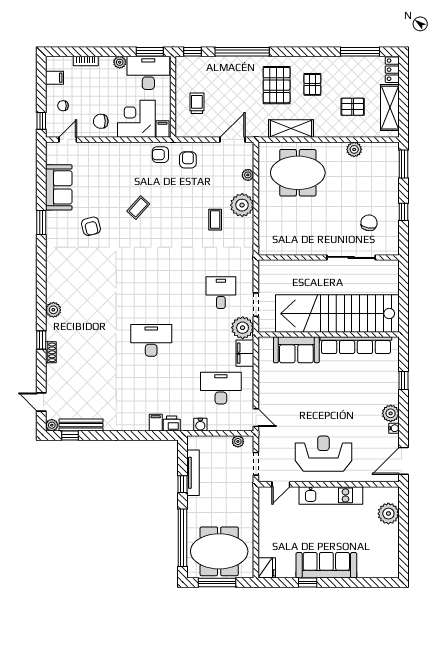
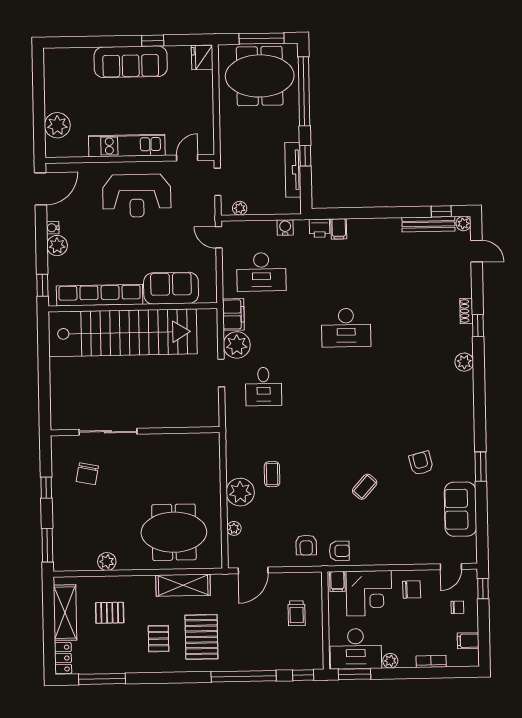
stairs: (337, 314) -> (123, 333), moved
wall: (329, 335) -> (133, 307), moved
row of seats: (356, 345) -> (100, 295), moved
sofa: (296, 350) -> (171, 288), moved

